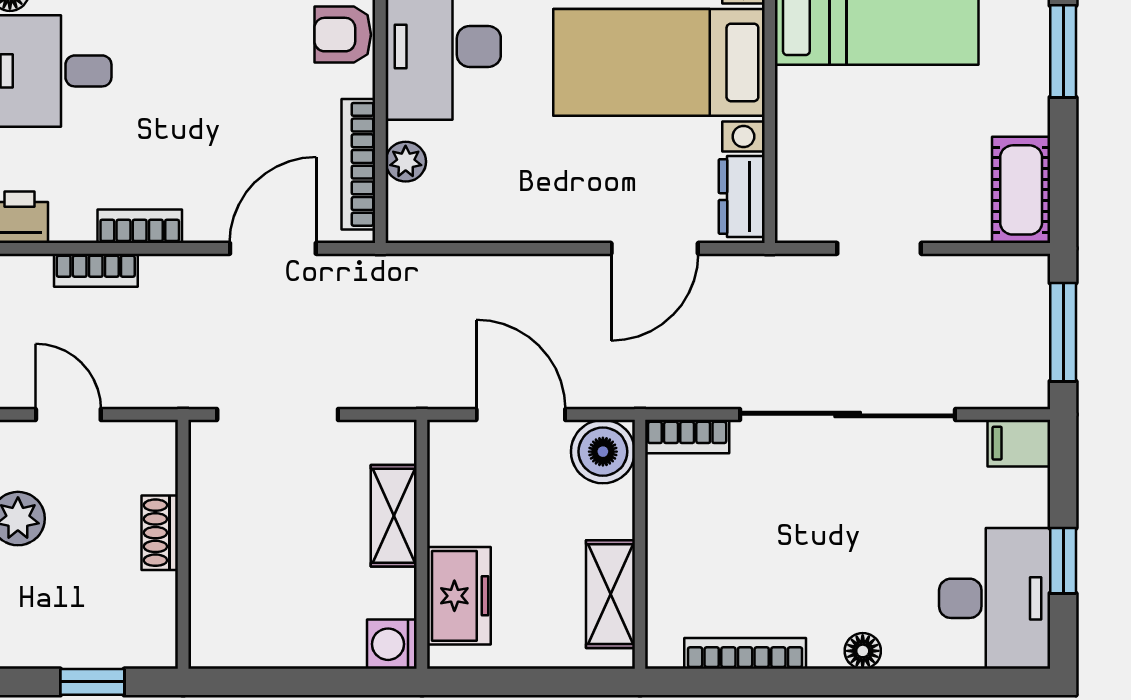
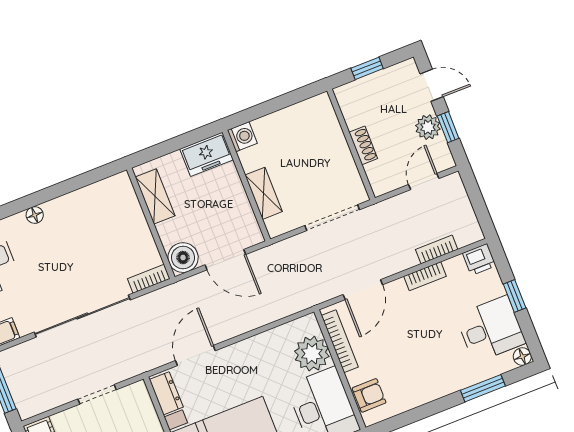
plant: (406, 162) -> (312, 354), width x1.87, depth x1.87
door: (68, 415) -> (424, 181), swing flipped
freezer: (459, 596) -> (207, 154), moved, turned -90
bookcase: (745, 653) -> (86, 194), removed

